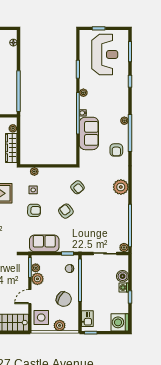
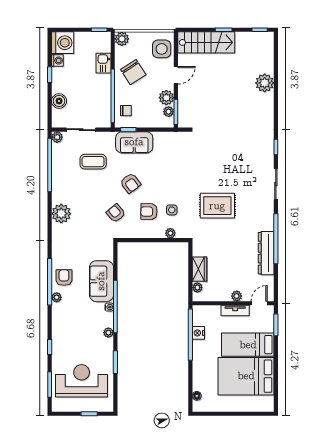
reception desk: (105, 55) -> (82, 381), turned 90
nightstand: (12, 92) -> (198, 333), added
wardrobe: (11, 148) -> (199, 269), width x0.67
armchair: (116, 150) -> (64, 278), moved
armchair: (34, 210) -> (149, 212), moved
coffee table: (96, 228) -> (93, 162), added
sofa: (44, 243) -> (134, 142), moved
washing machine: (124, 288) -> (57, 61), moved
chair: (64, 299) -> (133, 72), turned -153
kitchen sink: (87, 319) -> (103, 63), moved
plant: (60, 325) -> (122, 39), moved

